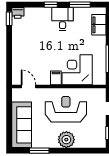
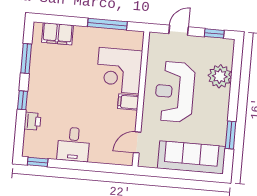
printer: (18, 13) -> (33, 121), moved
desk: (63, 19) -> (73, 144), moved, turned -90
plant: (66, 140) -> (220, 76), moved

